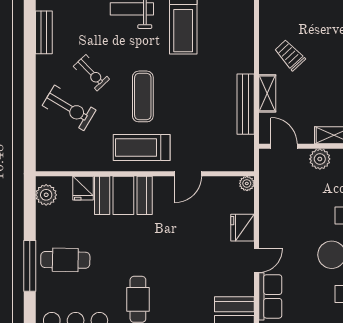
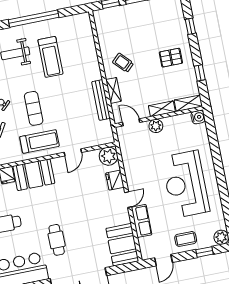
treadmill: (142, 147) -> (39, 141), turned 180
plant: (247, 183) -> (109, 156), width x1.87, depth x1.87

